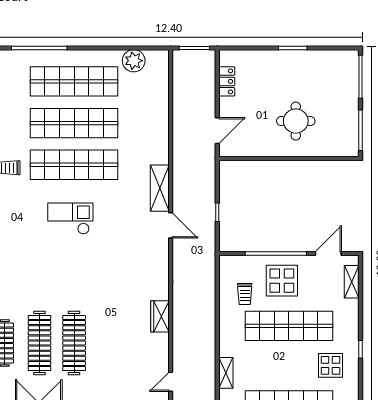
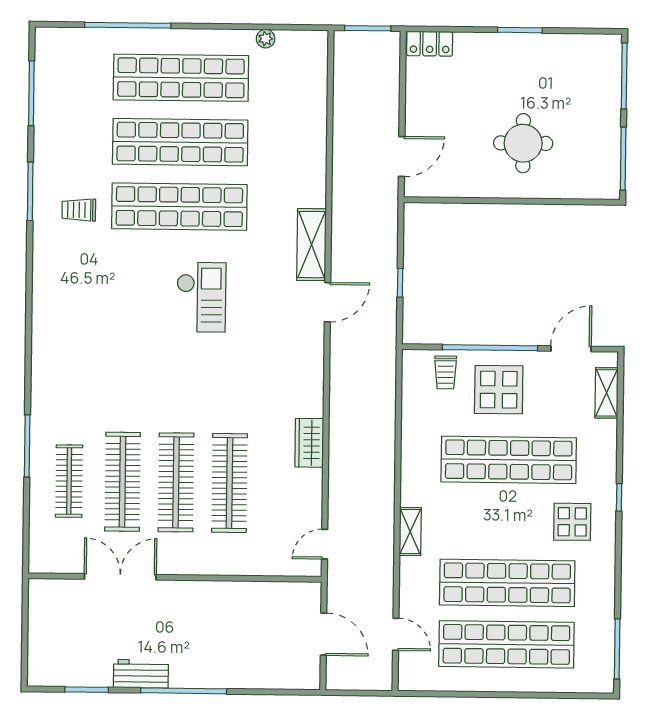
plant: (134, 61) -> (266, 39), width x0.53, depth x0.53
locker: (227, 81) -> (430, 44), moved, turned 90
checkout: (70, 219) -> (201, 297), moved, turned 90
door: (171, 225) -> (328, 302), hinge flipped
trolley: (245, 294) -> (446, 372), moved
clothes rail: (109, 343) -> (229, 483), added

